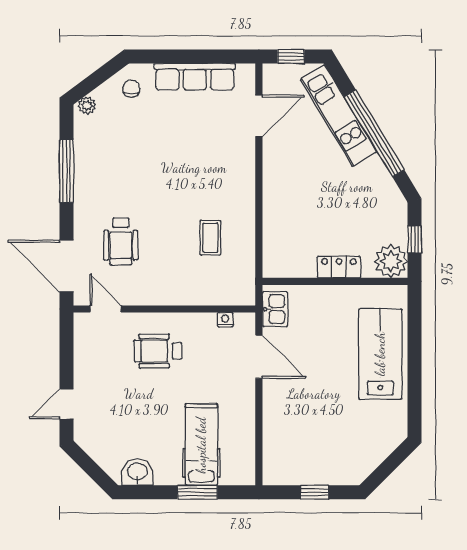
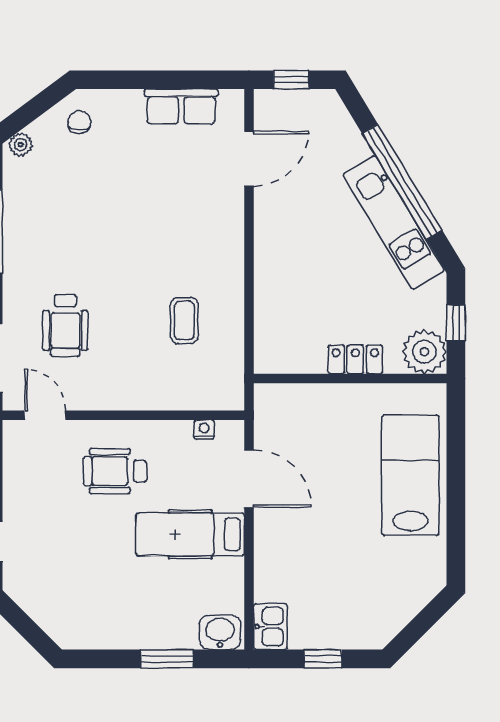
row of seats: (195, 77) -> (181, 106), width x0.68
kitchen unit: (339, 116) -> (394, 222), moved
kitchen sink: (275, 309) -> (270, 627), moved
hospital bed: (201, 445) -> (190, 534), moved, turned -90
washbasin: (137, 472) -> (220, 632), moved

